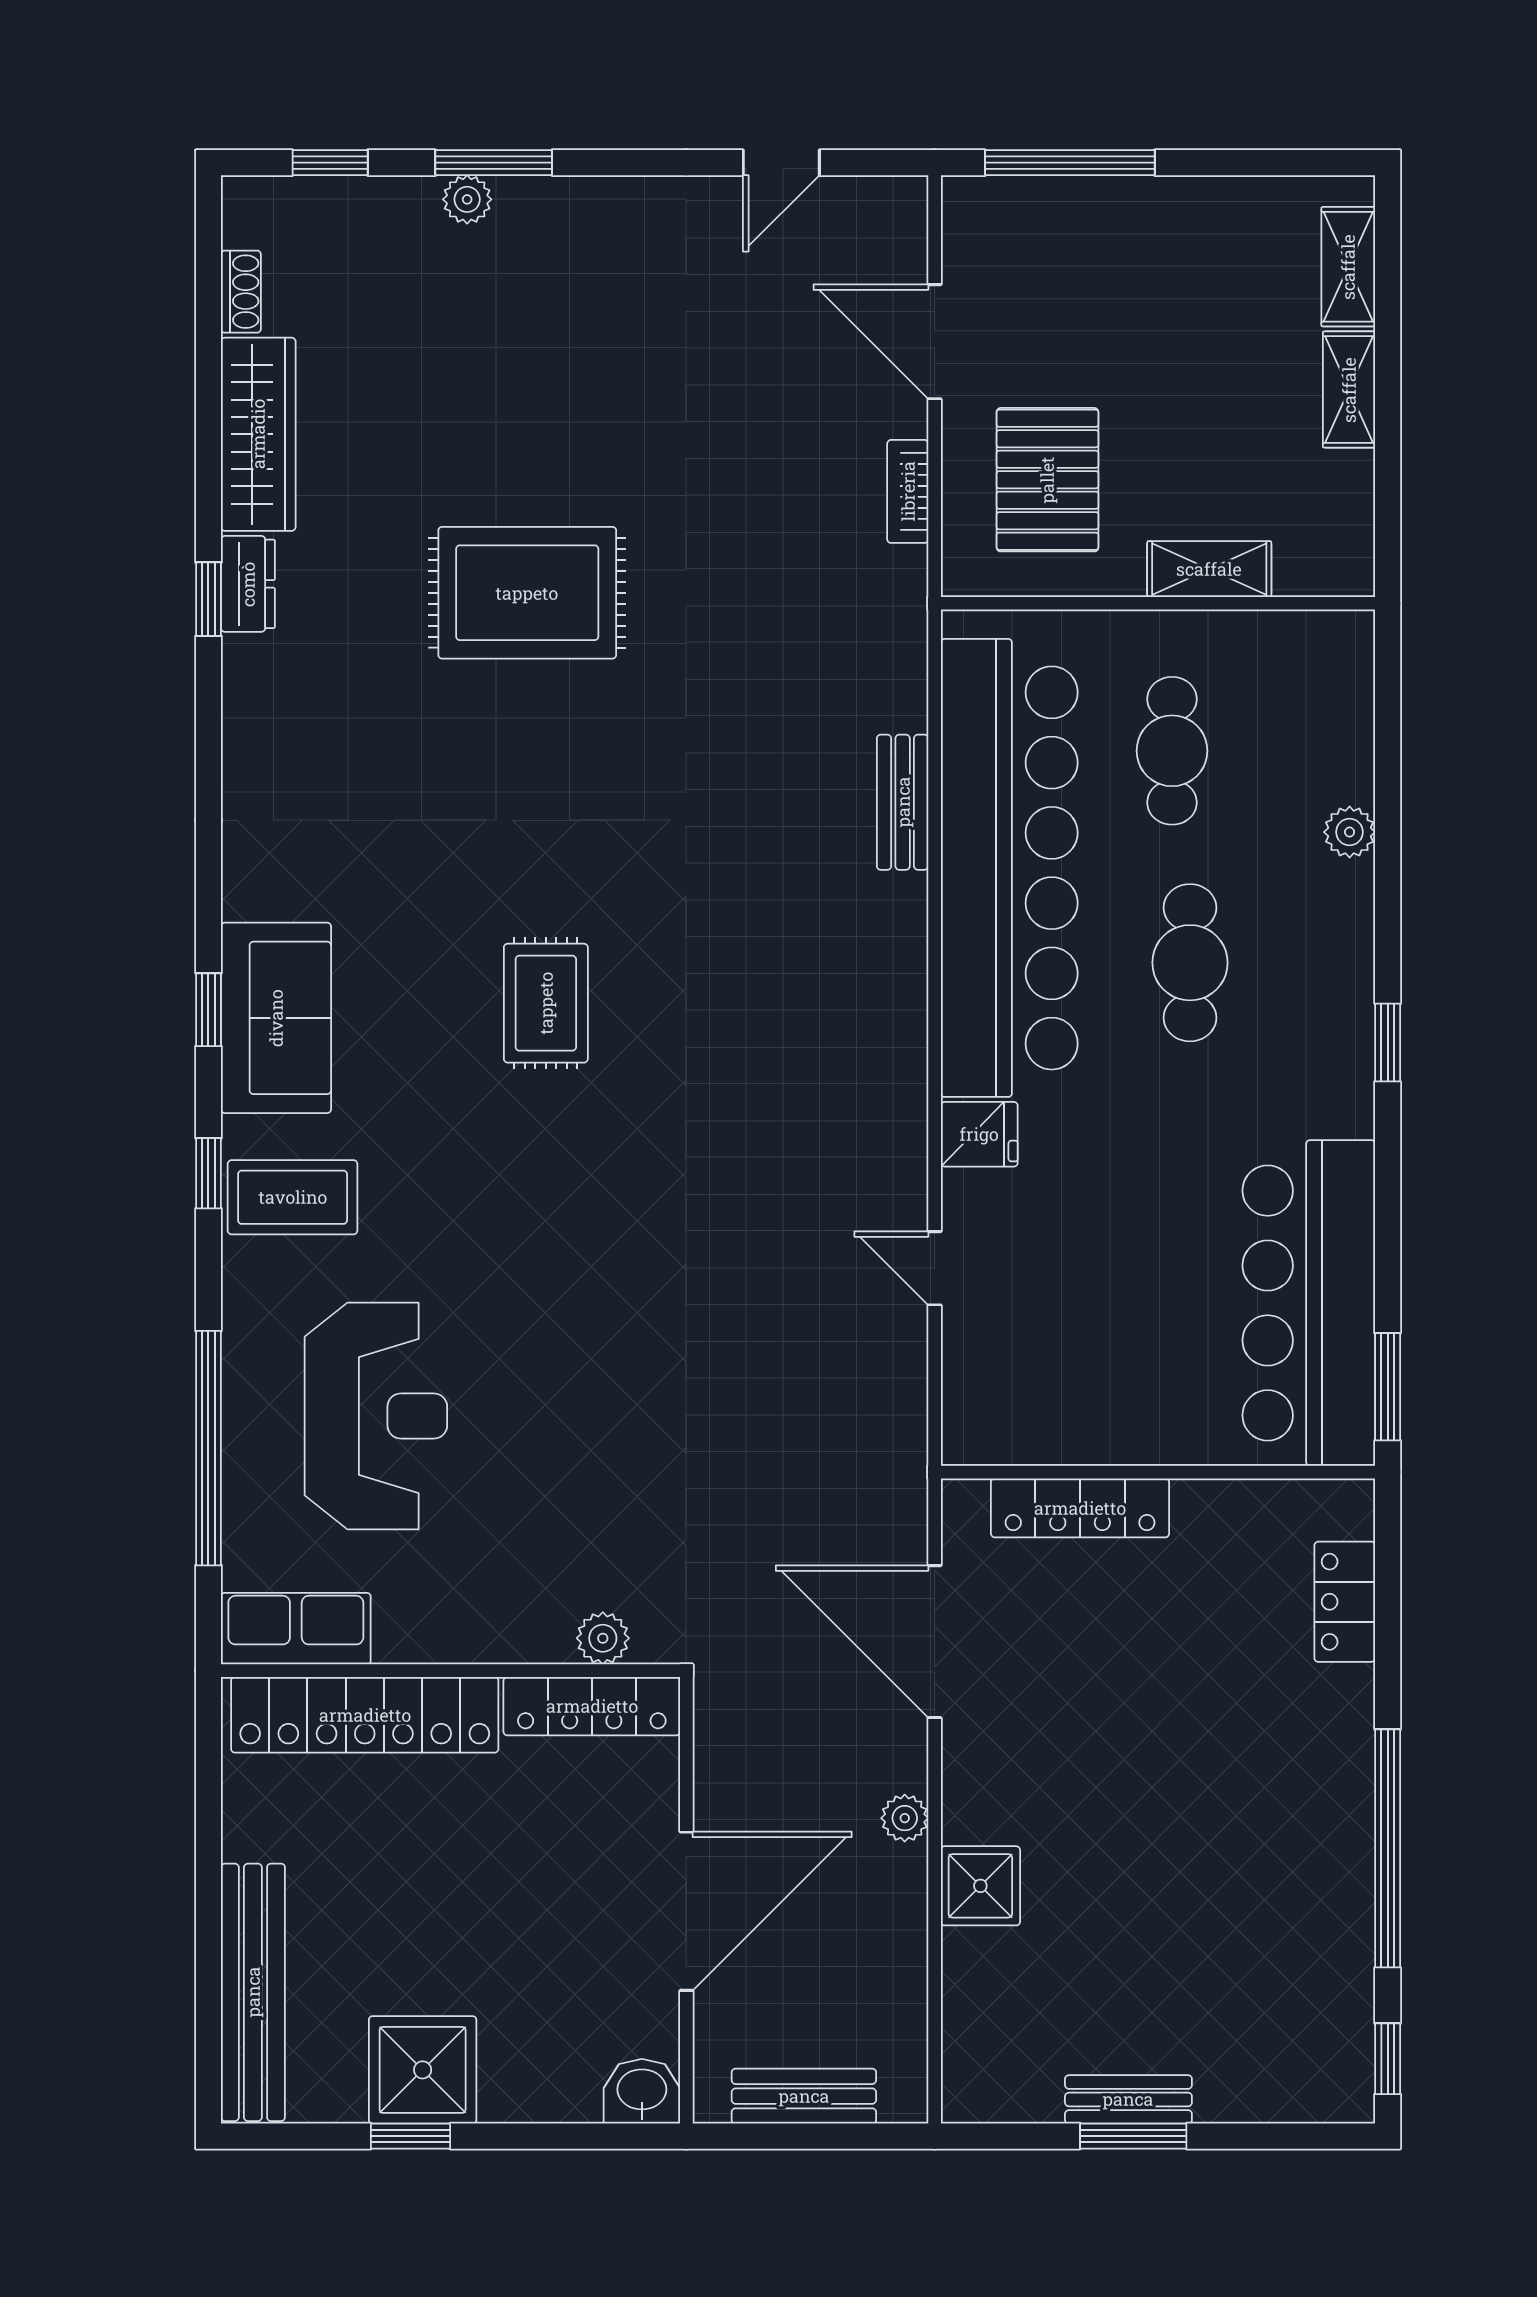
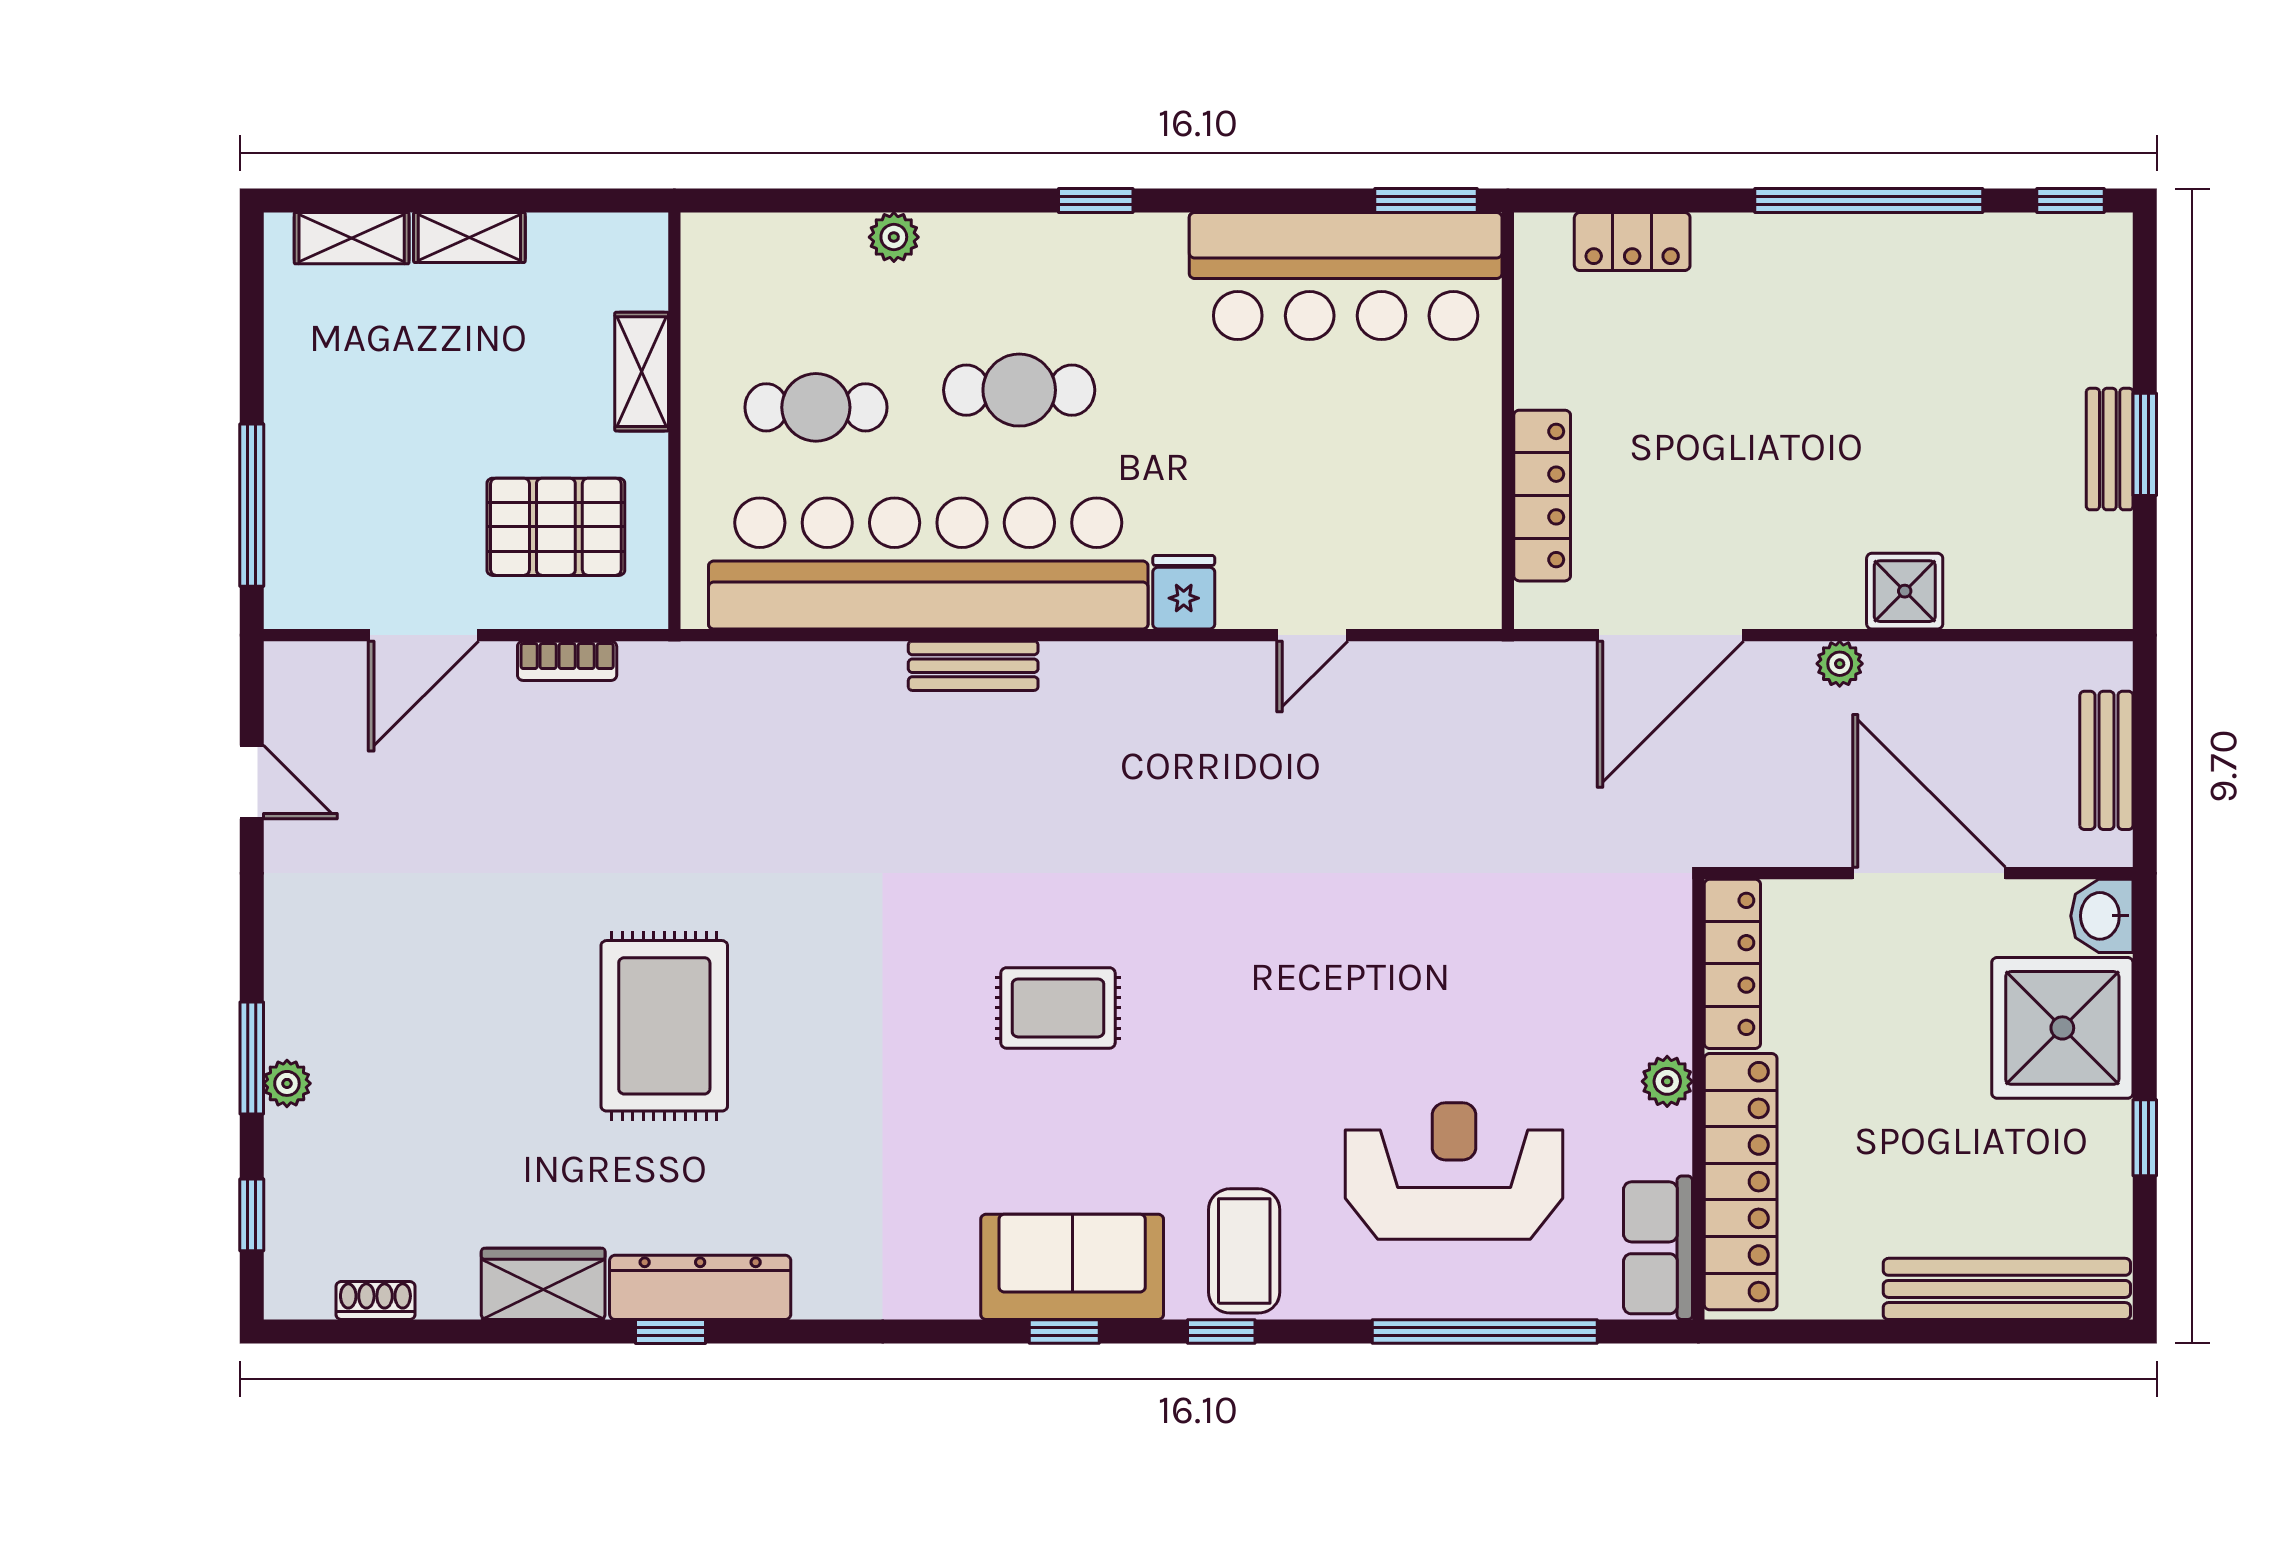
wardrobe: (258, 434) -> (543, 1284), width x0.67
dresser: (248, 584) -> (700, 1287), width x1.96, depth x1.24
bench: (903, 802) -> (973, 666), moved
plant: (603, 1638) -> (1667, 1081), moved
shower: (423, 2070) -> (2062, 1028), moved, width x1.37, depth x1.37

